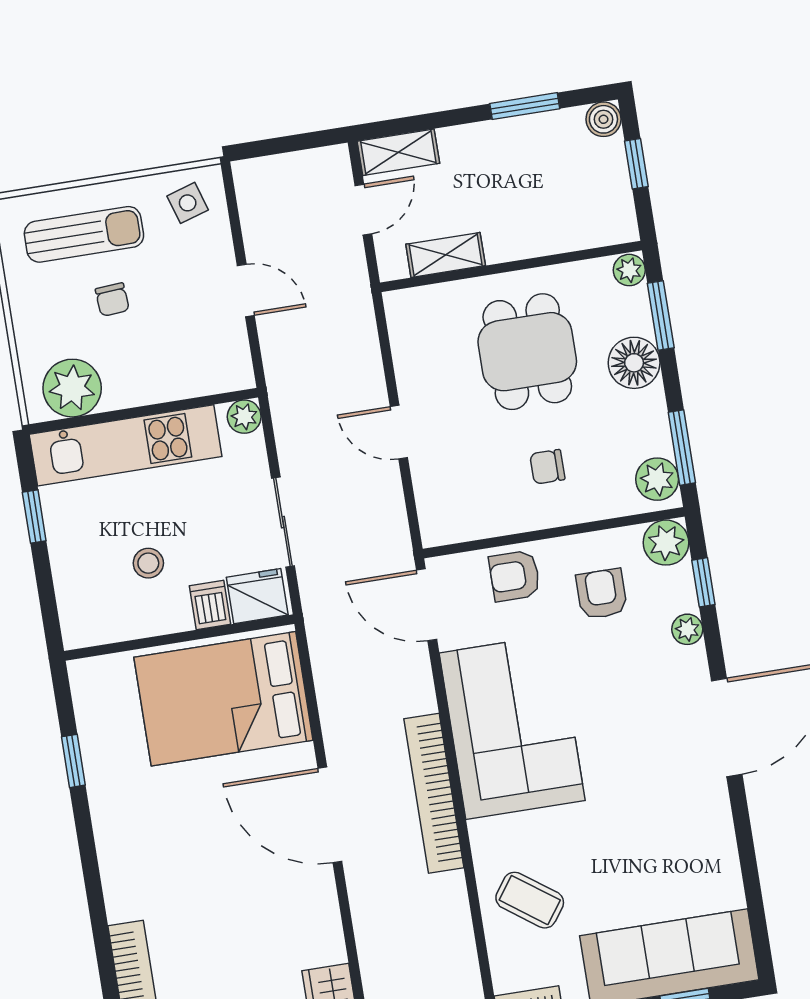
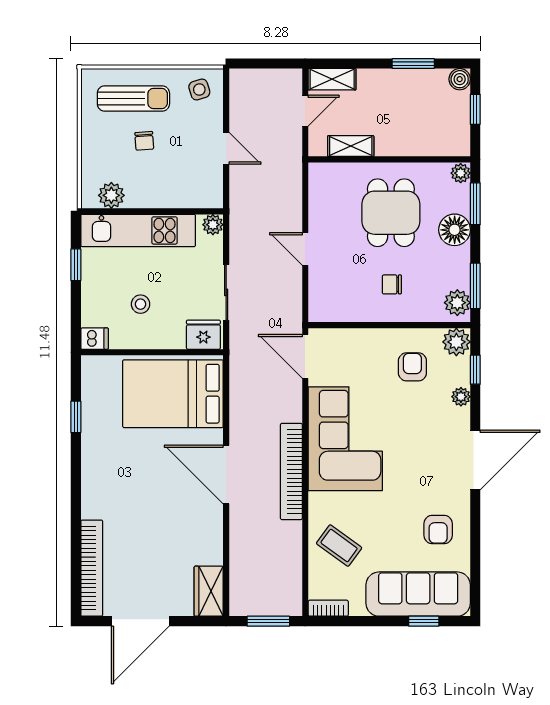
plant: (72, 388) -> (111, 195), width x0.73, depth x0.73
armchair: (514, 576) -> (438, 530), moved, turned -90
dishwasher: (210, 605) -> (95, 339), moved, turned 90

